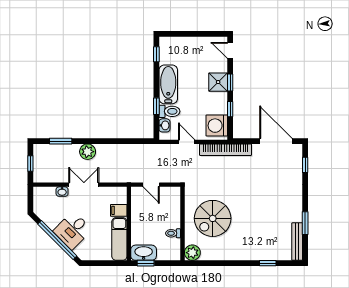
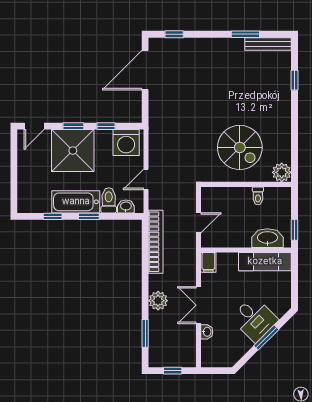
window: (156, 54) -> (53, 216), moved
shower: (218, 82) -> (73, 151), width x1.86, depth x1.86
window: (156, 106) -> (89, 216), moved
bookcase: (226, 150) -> (156, 242), moved
filing cabinet: (119, 210) -> (208, 262), moved
window: (57, 240) -> (266, 338), width x0.47
washbasin: (144, 253) -> (267, 238), moved, turned 90

